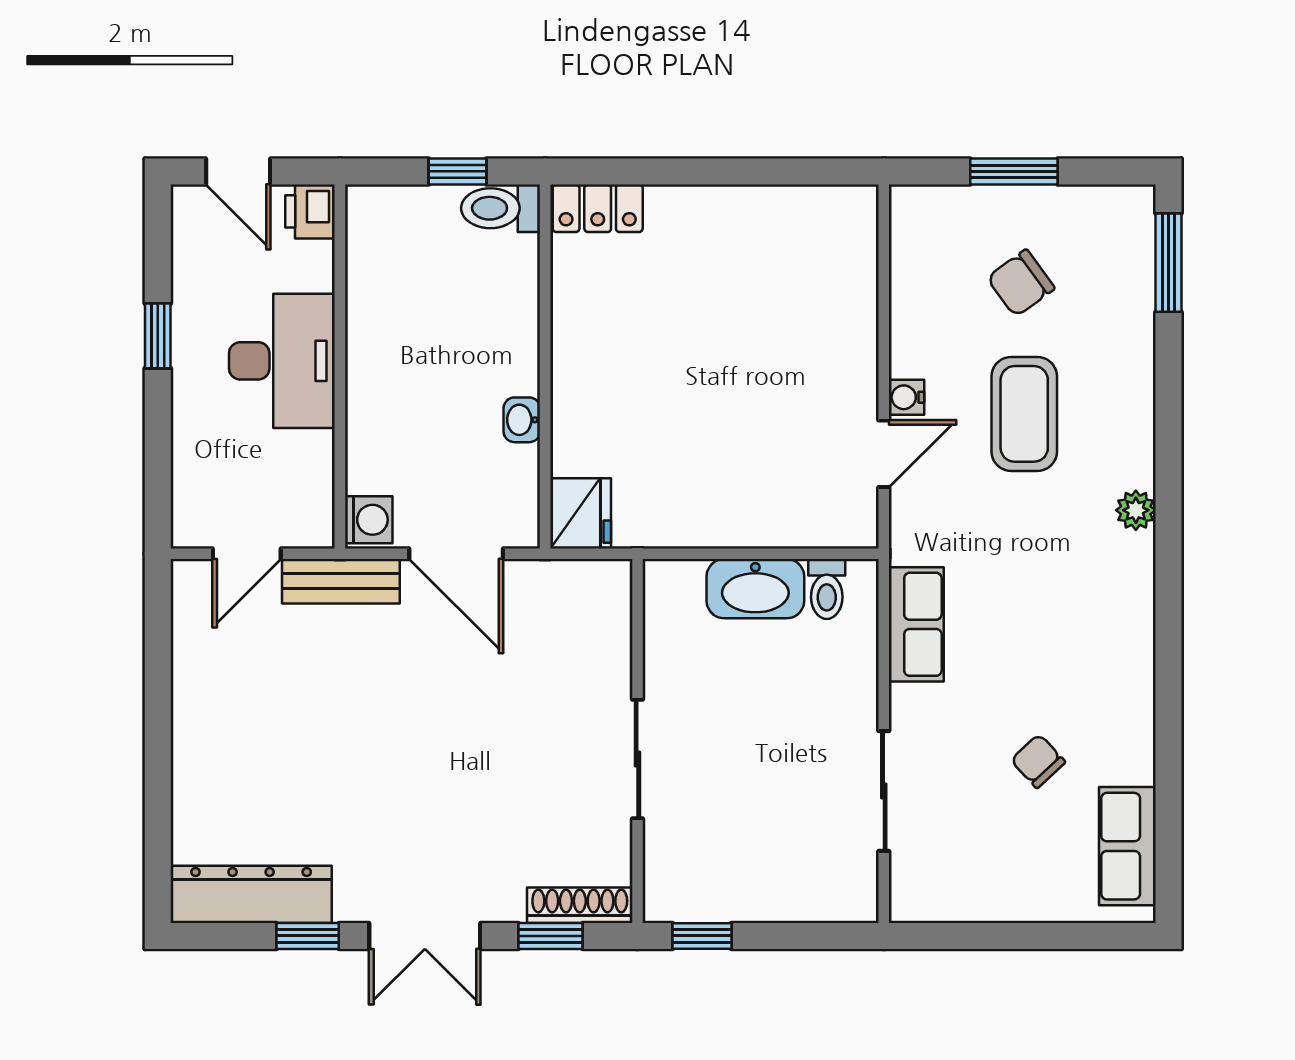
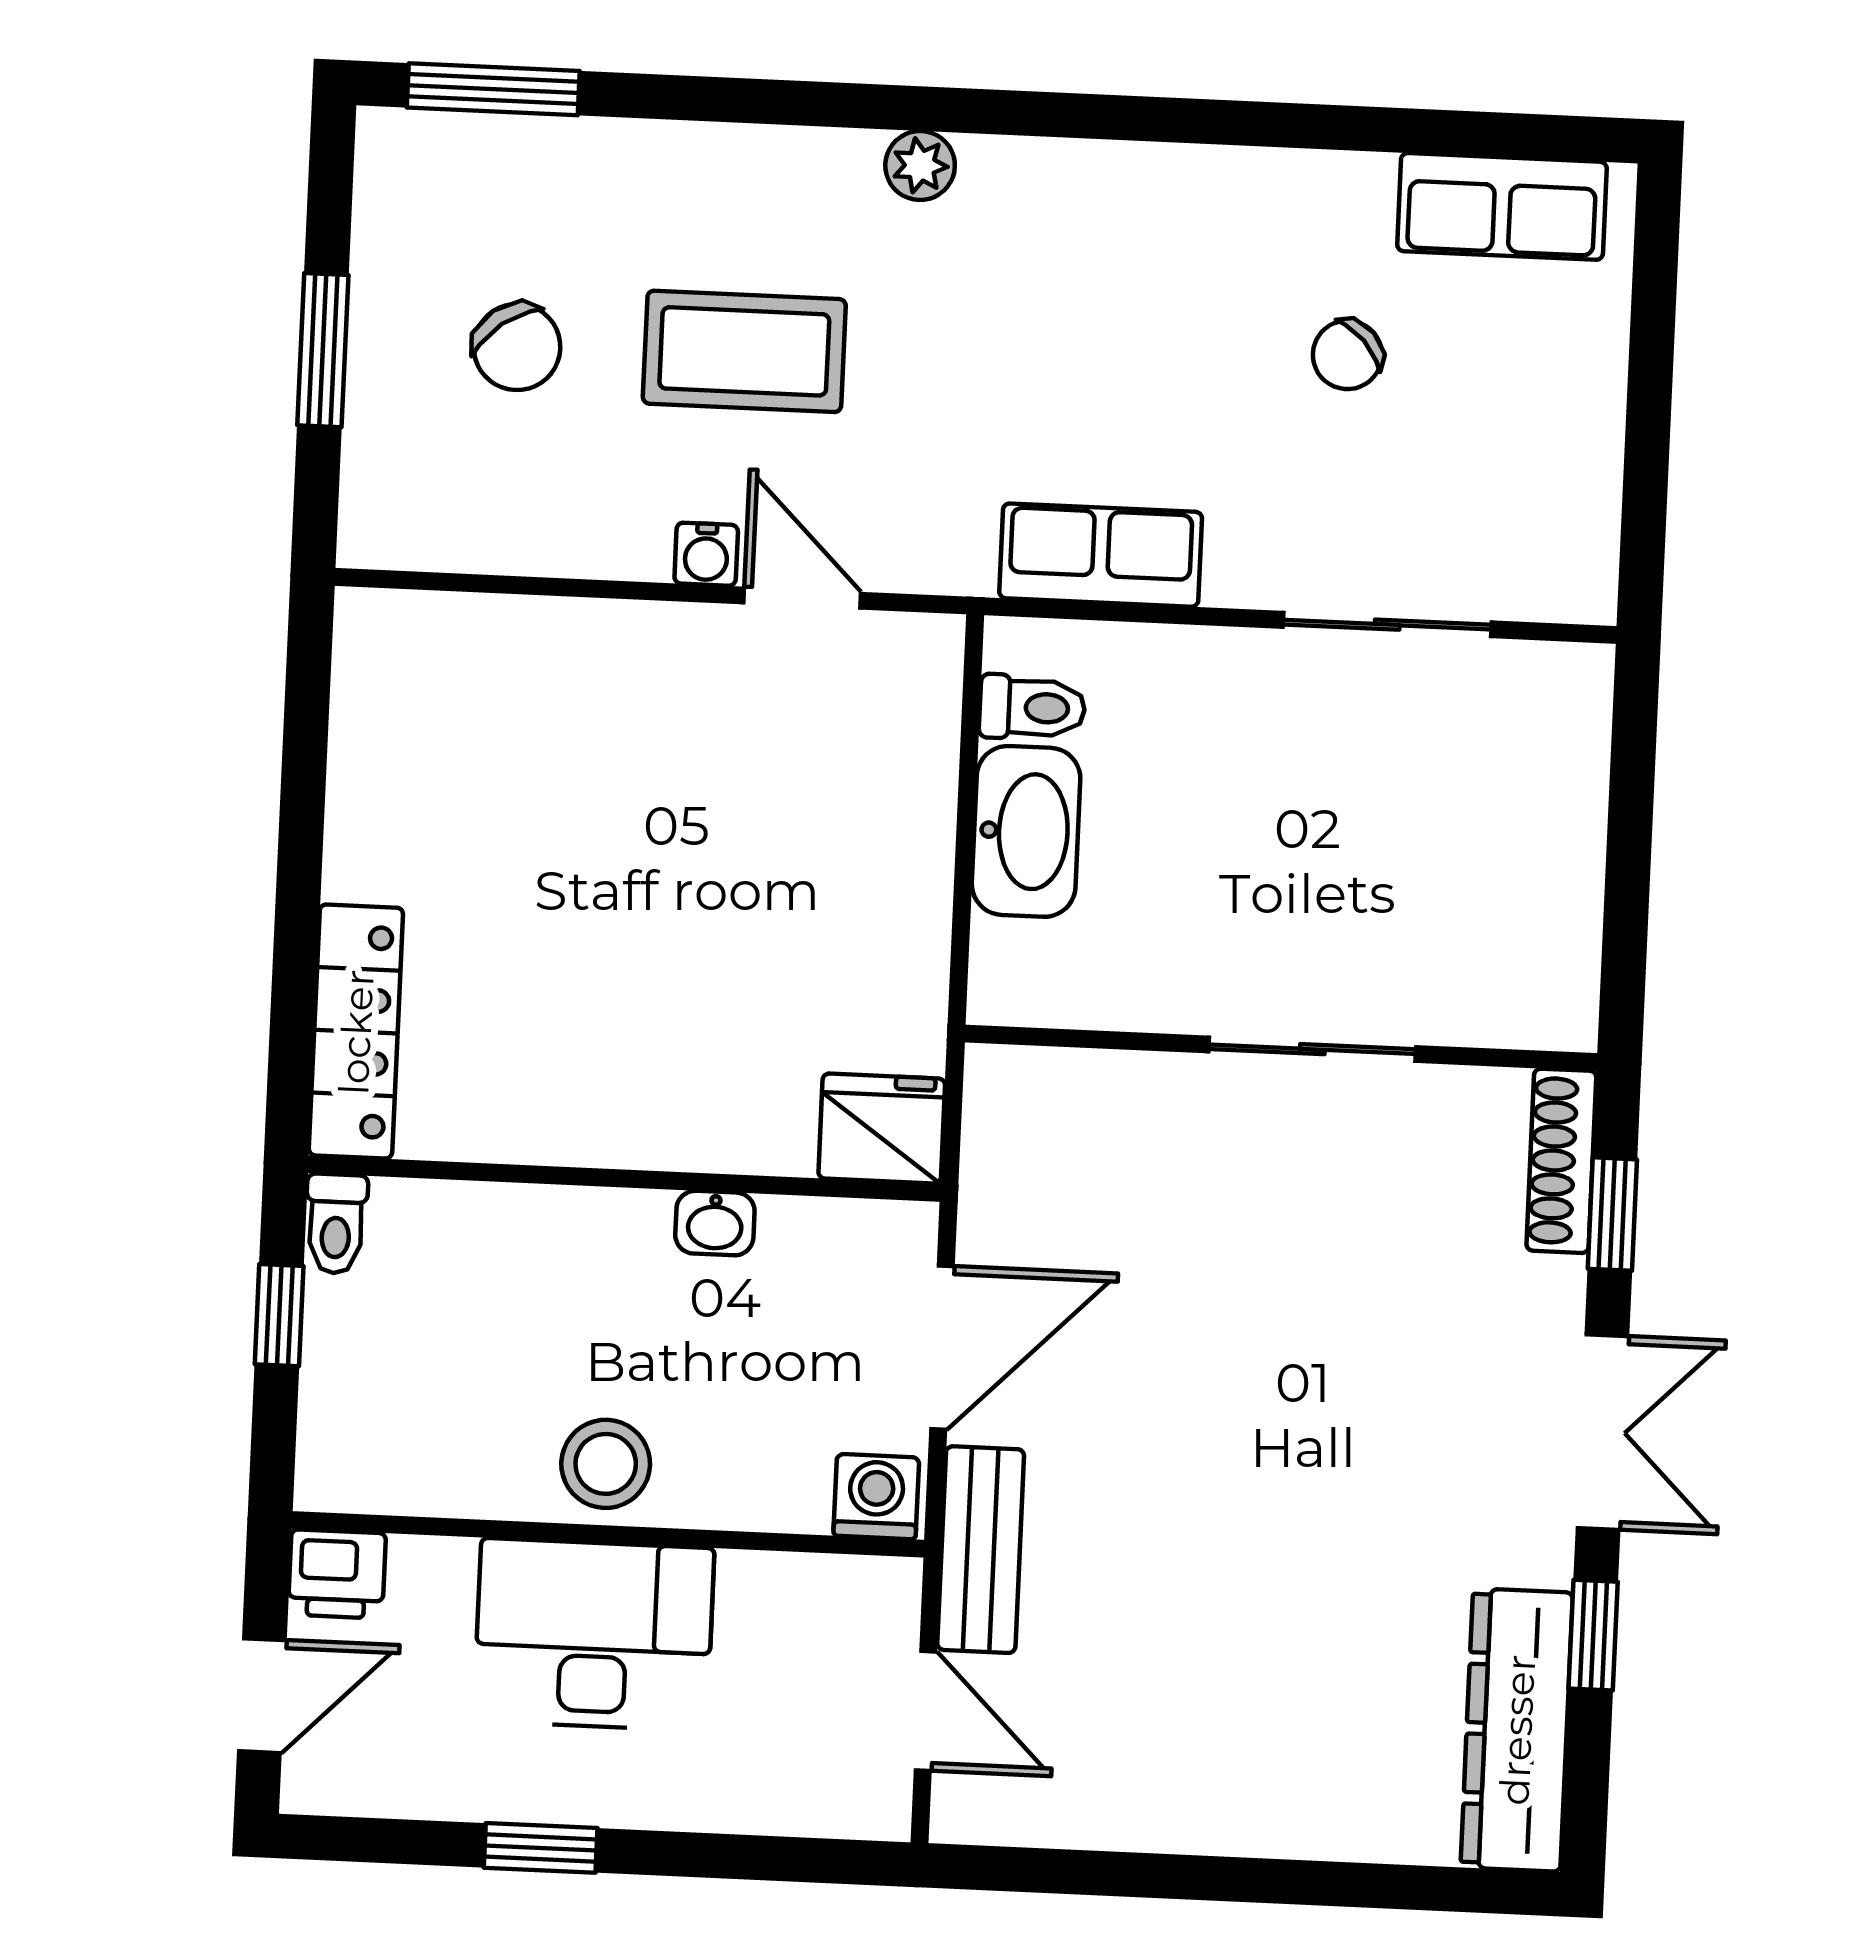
toilet: (501, 208) -> (336, 1224), width x0.73, depth x0.72
locker: (598, 208) -> (356, 1032), width x1.53
stool: (380, 363) -> (606, 1464), added
window: (702, 936) -> (1624, 951), removed

